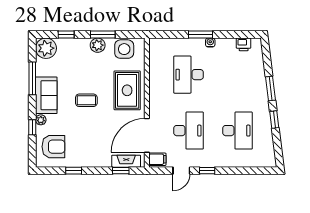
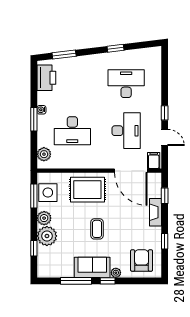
window: (103, 35) -> (34, 196), moved
printer: (244, 44) -> (46, 78), width x1.87, depth x1.48
plant: (164, 45) -> (44, 154), added
plant: (46, 48) -> (47, 236), moved
window: (271, 88) -> (64, 54), moved
window: (32, 127) -> (108, 281), moved
desk: (188, 131) -> (126, 131), turned 90
fireplace: (126, 161) -> (156, 212), moved

